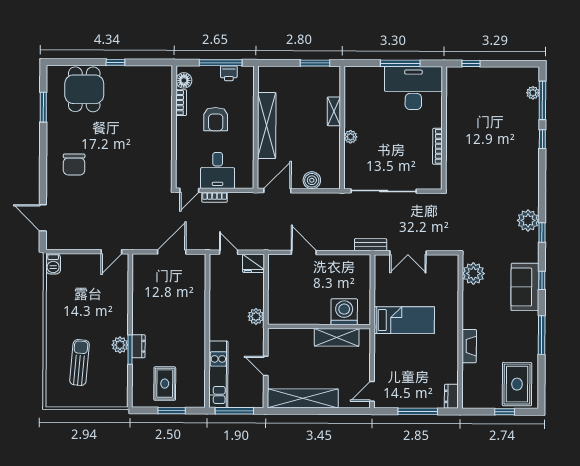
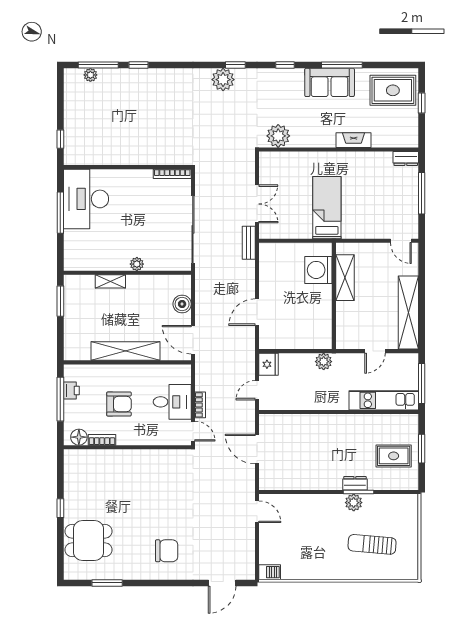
bookcase: (437, 146) -> (172, 174), moved
sofa: (525, 287) -> (330, 82), moved

